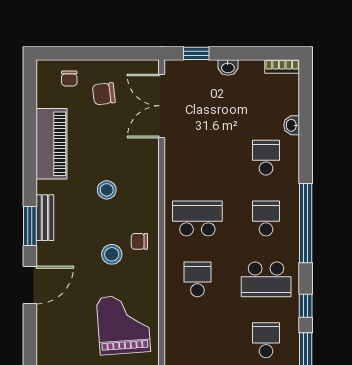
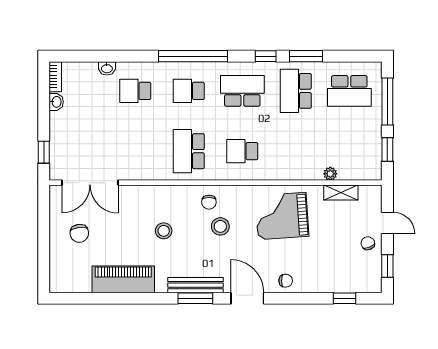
washbasin: (228, 67) -> (56, 102), moved
chair: (69, 78) -> (286, 281), moved
bench: (45, 218) -> (195, 285), width x1.36
school desk: (266, 279) -> (242, 91), turned -90
school desk: (266, 340) -> (296, 91), width x1.85

